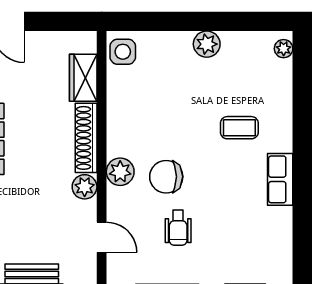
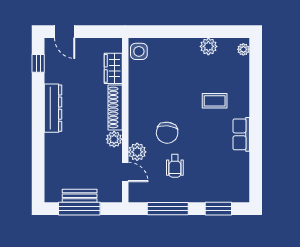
plant: (207, 44) -> (208, 46), moved
plant: (120, 172) -> (137, 152), moved
chair: (166, 177) -> (167, 133), turned -84

